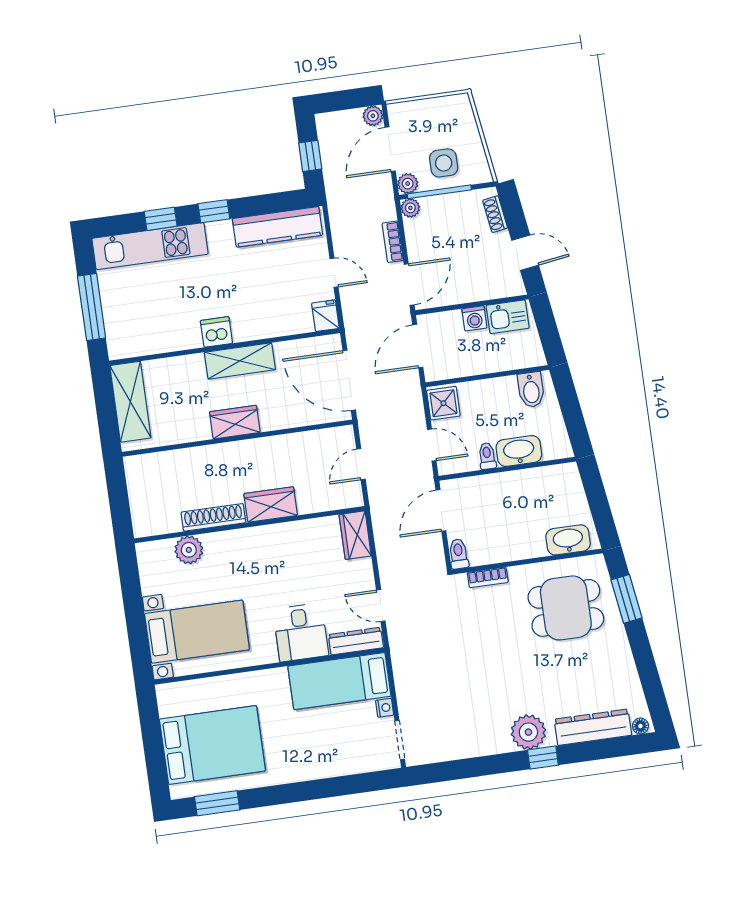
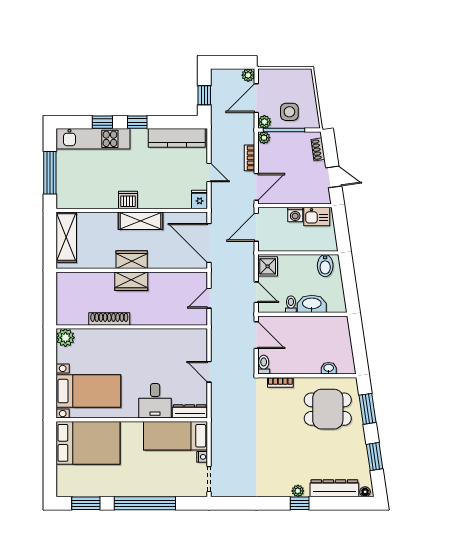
wardrobe: (271, 504) -> (131, 281), moved, turned 180
door: (441, 510) -> (256, 335), swing flipped
wardrobe: (355, 535) -> (199, 343), removed
washbasin: (568, 540) -> (329, 368), width x0.52, depth x0.69
plant: (189, 550) -> (65, 338), moved
door: (381, 606) -> (209, 372), moved
window: (647, 670) -> (375, 456), added
plant: (528, 732) -> (298, 491), width x0.53, depth x0.53
bed: (212, 745) -> (88, 443), moved
window: (307, 791) -> (145, 503), added

